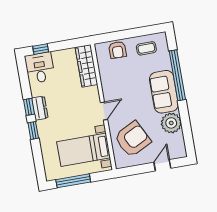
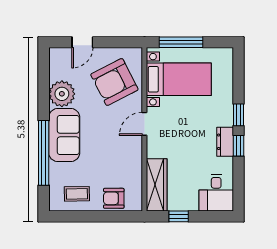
window: (41, 49) -> (179, 216), moved
armchair: (117, 50) -> (114, 198), turned -90
window: (73, 181) -> (181, 42), moved

